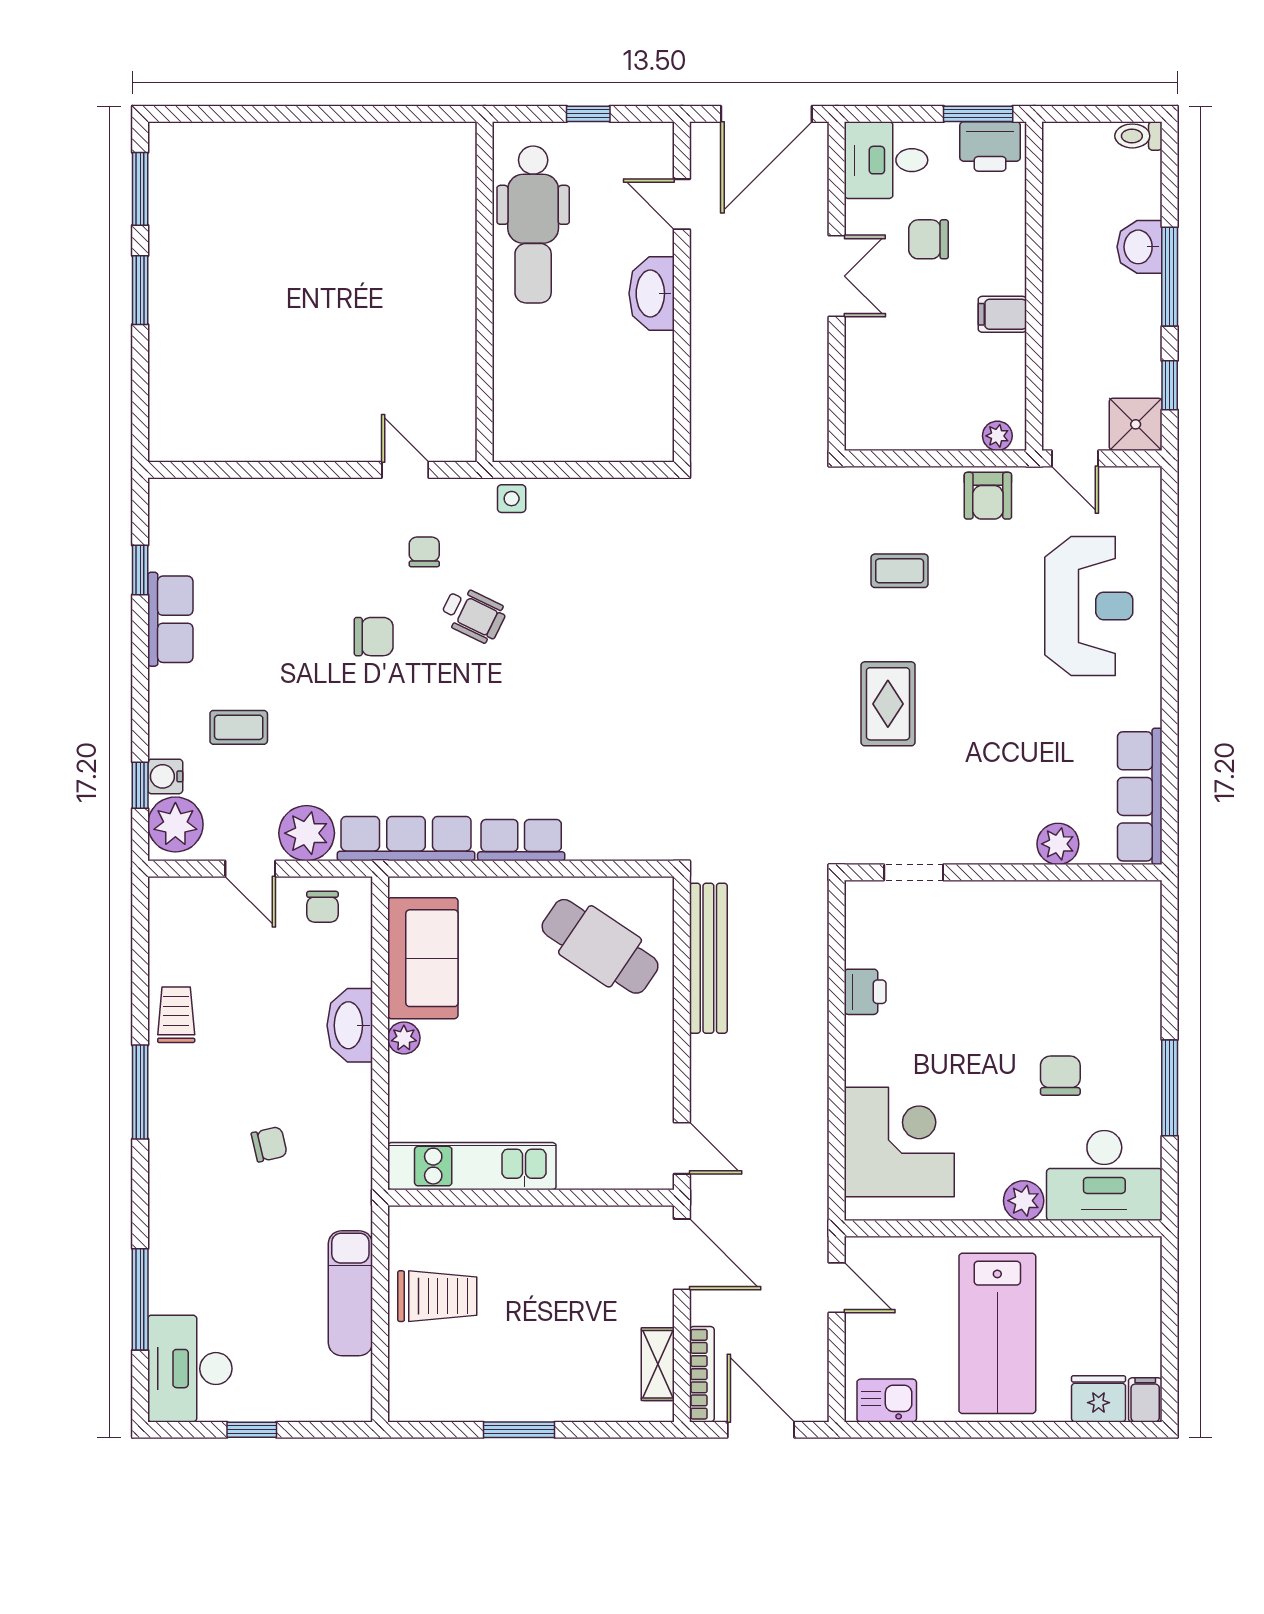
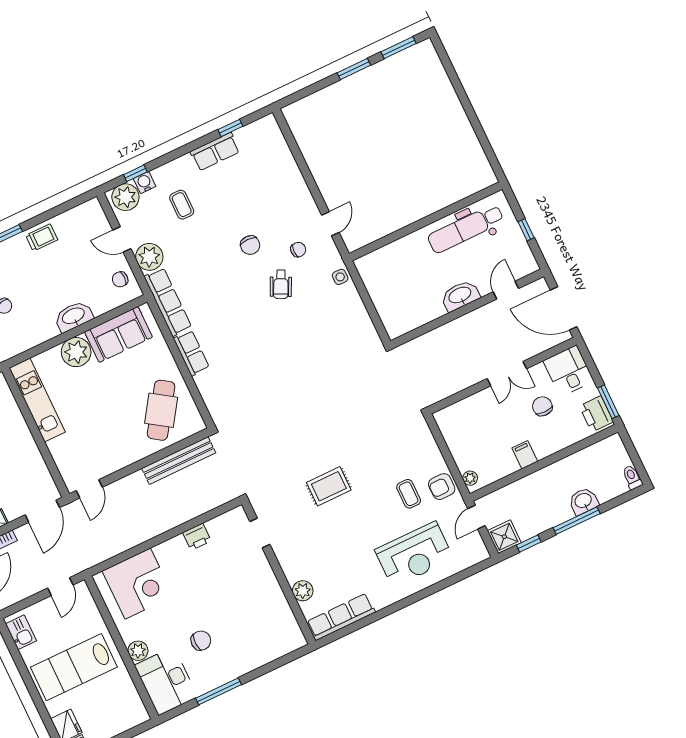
coffee table: (900, 571) -> (409, 494), moved
door: (250, 869) -> (122, 239), hinge flipped
plant: (404, 1038) -> (76, 352), width x1.87, depth x1.87

